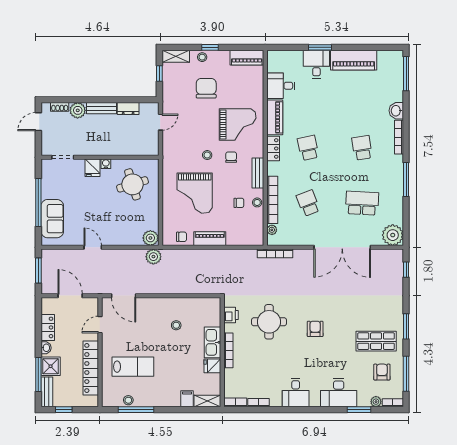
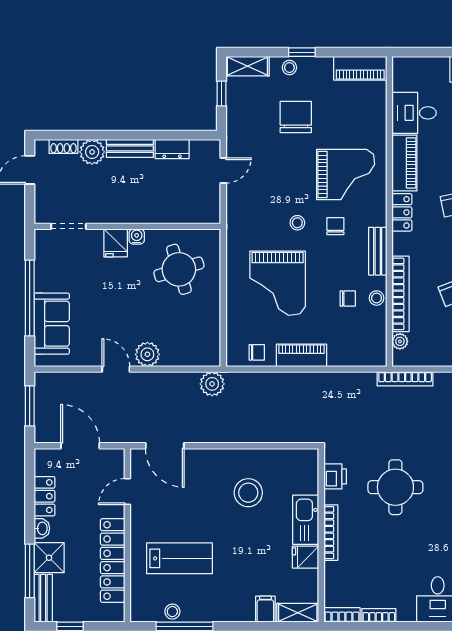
plant: (150, 238) -> (147, 354), moved
stool: (176, 325) -> (248, 493), width x1.89, depth x1.89

